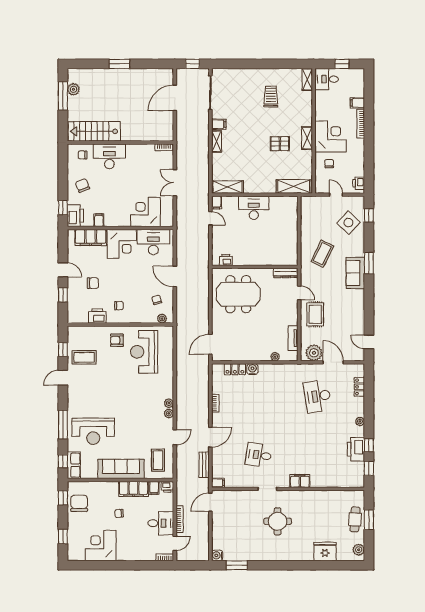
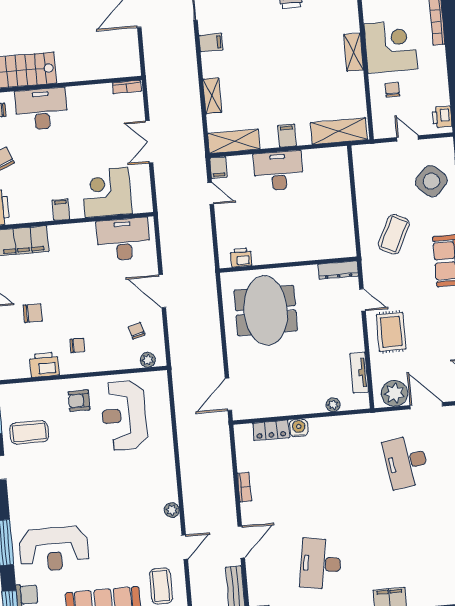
shelving: (217, 141) -> (212, 96), moved
pallet: (280, 144) -> (311, 65), removed
filing cabinet: (261, 186) -> (287, 136), added
filing cabinet: (99, 220) -> (61, 210), moved
corner desk: (122, 244) -> (73, 246), removed
meeting table: (238, 294) -> (266, 310), turned 90
plant: (169, 403) -> (170, 494), removed
desk: (259, 455) -> (321, 564), width x1.37

